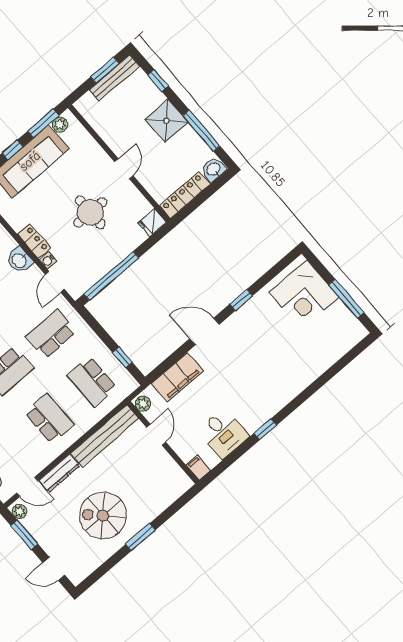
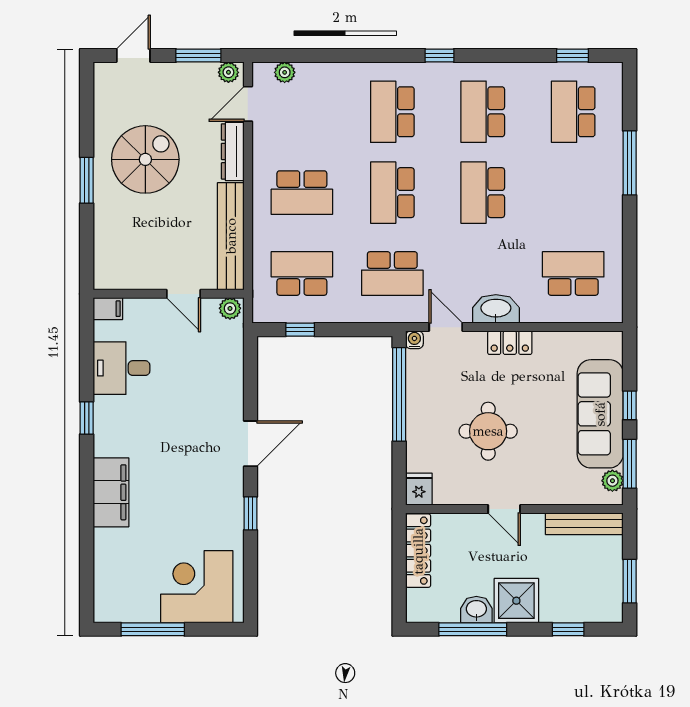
bench: (114, 78) -> (584, 524), moved, turned 90
washbasin: (214, 169) -> (476, 610), moved, turned -90
washbasin: (20, 260) -> (496, 309), width x1.38
water cooler: (48, 260) -> (414, 340), moved
school desk: (51, 334) -> (392, 273), turned 90
filing cabinet: (177, 377) -> (111, 492), moved, turned 180

